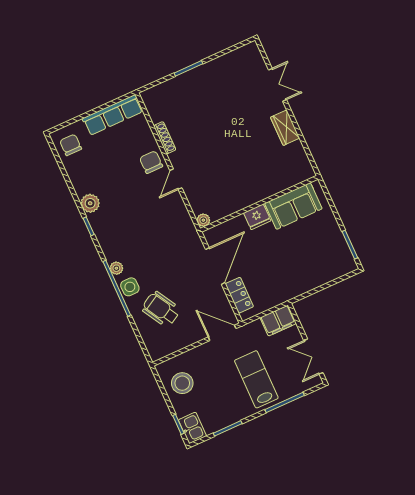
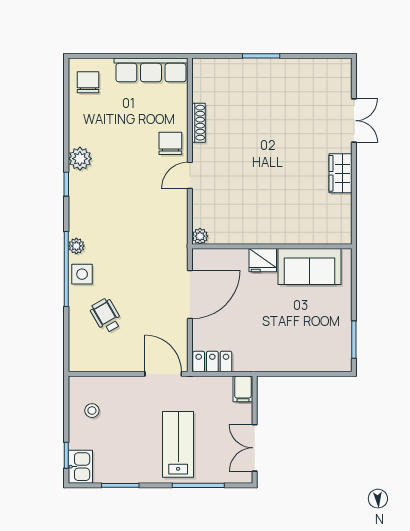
locker: (239, 295) -> (212, 362), moved, turned -90
wheelchair: (161, 309) -> (106, 316), width x0.73, depth x0.73
filing cabinet: (278, 321) -> (243, 389), width x0.50
stool: (182, 383) -> (92, 411), width x0.53, depth x0.53

